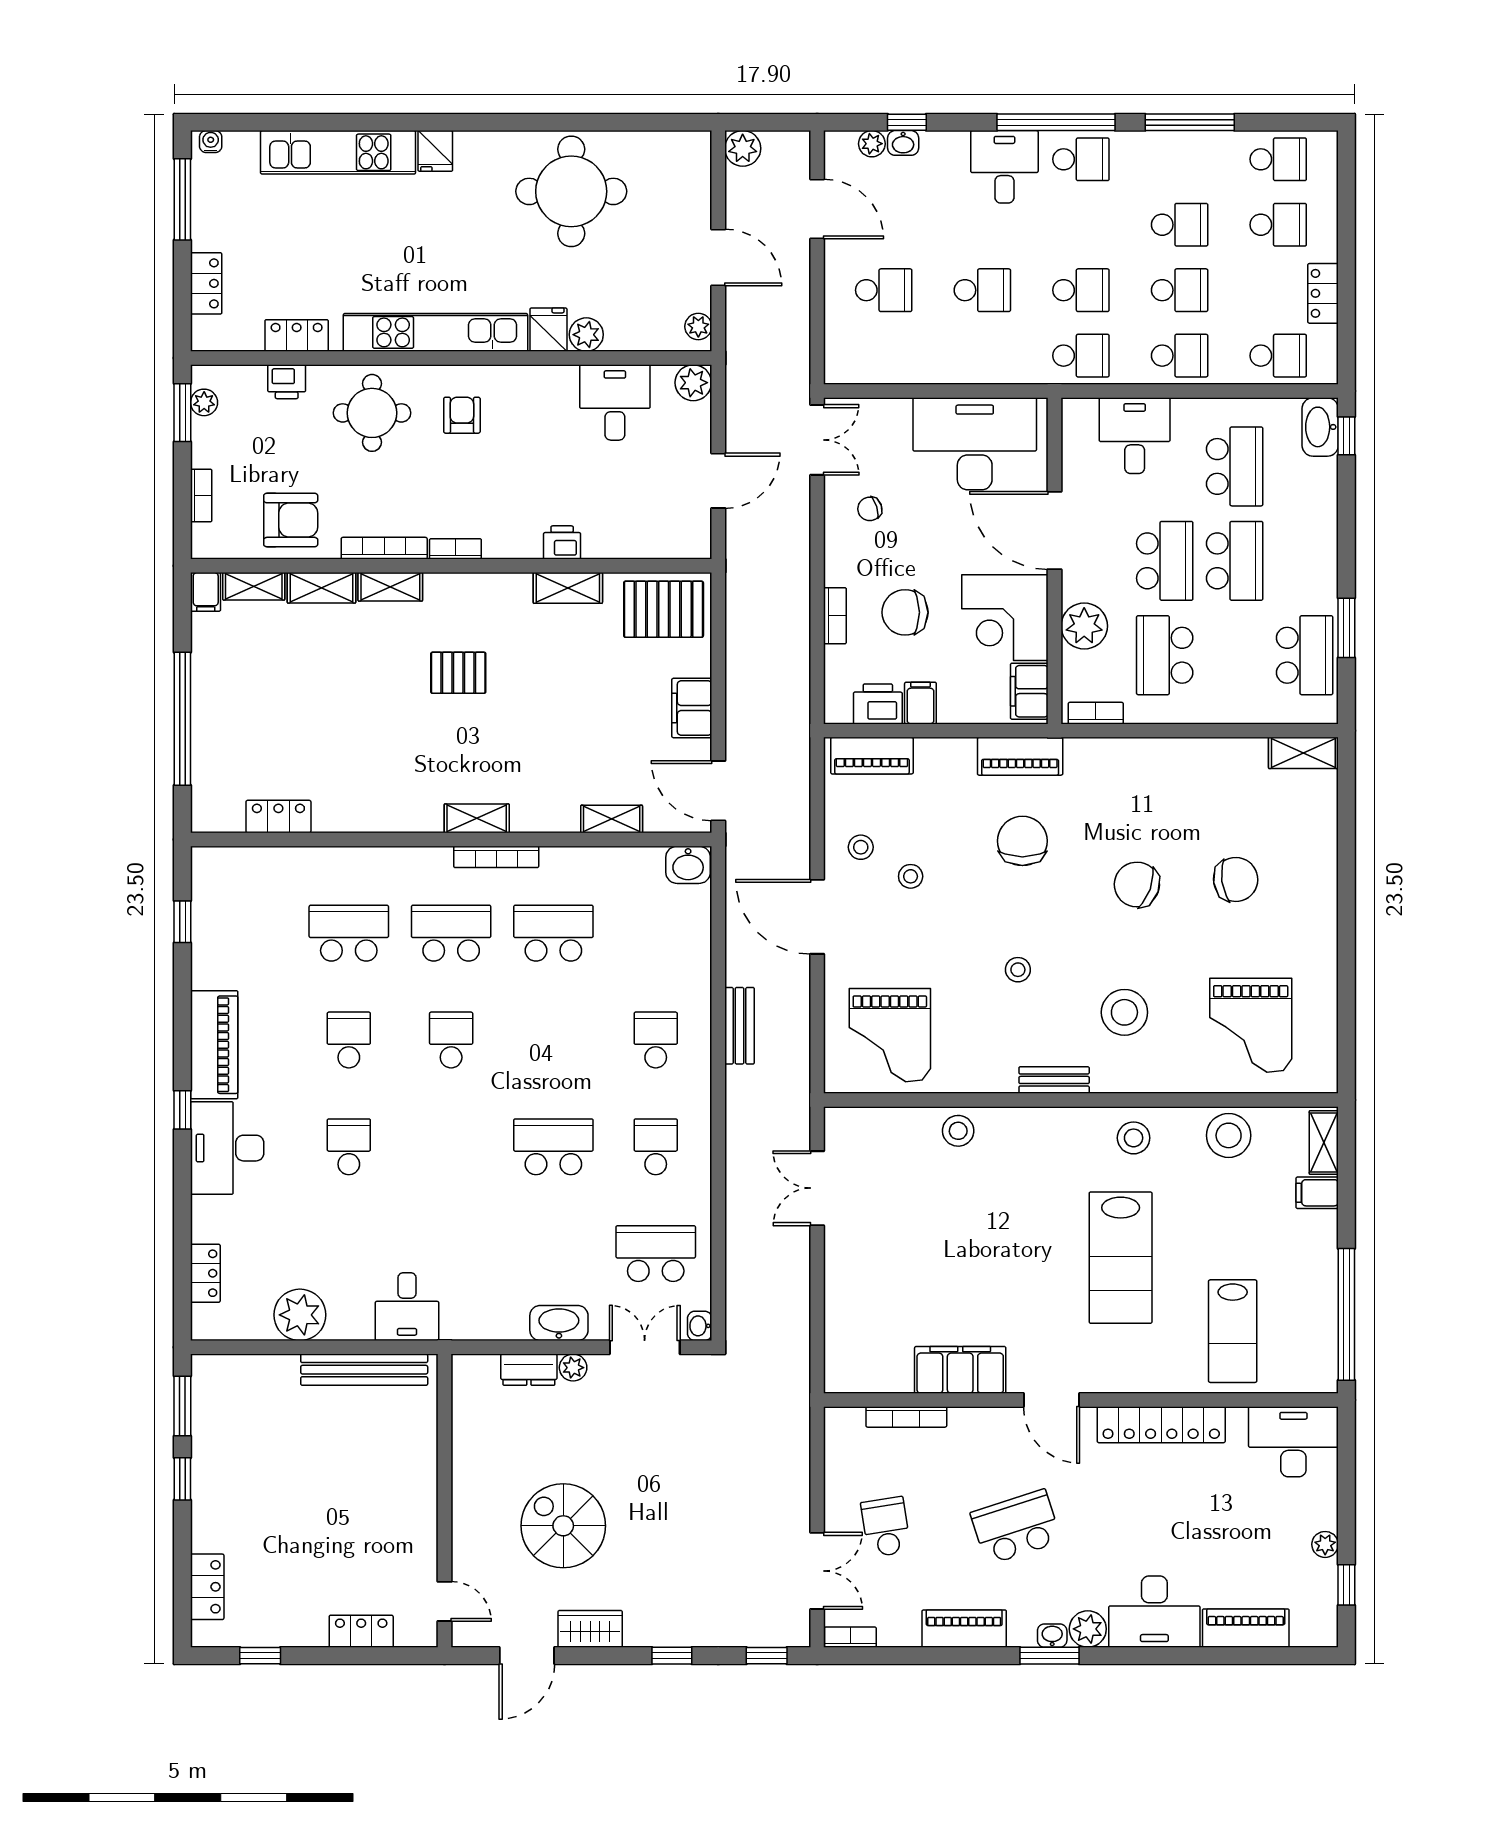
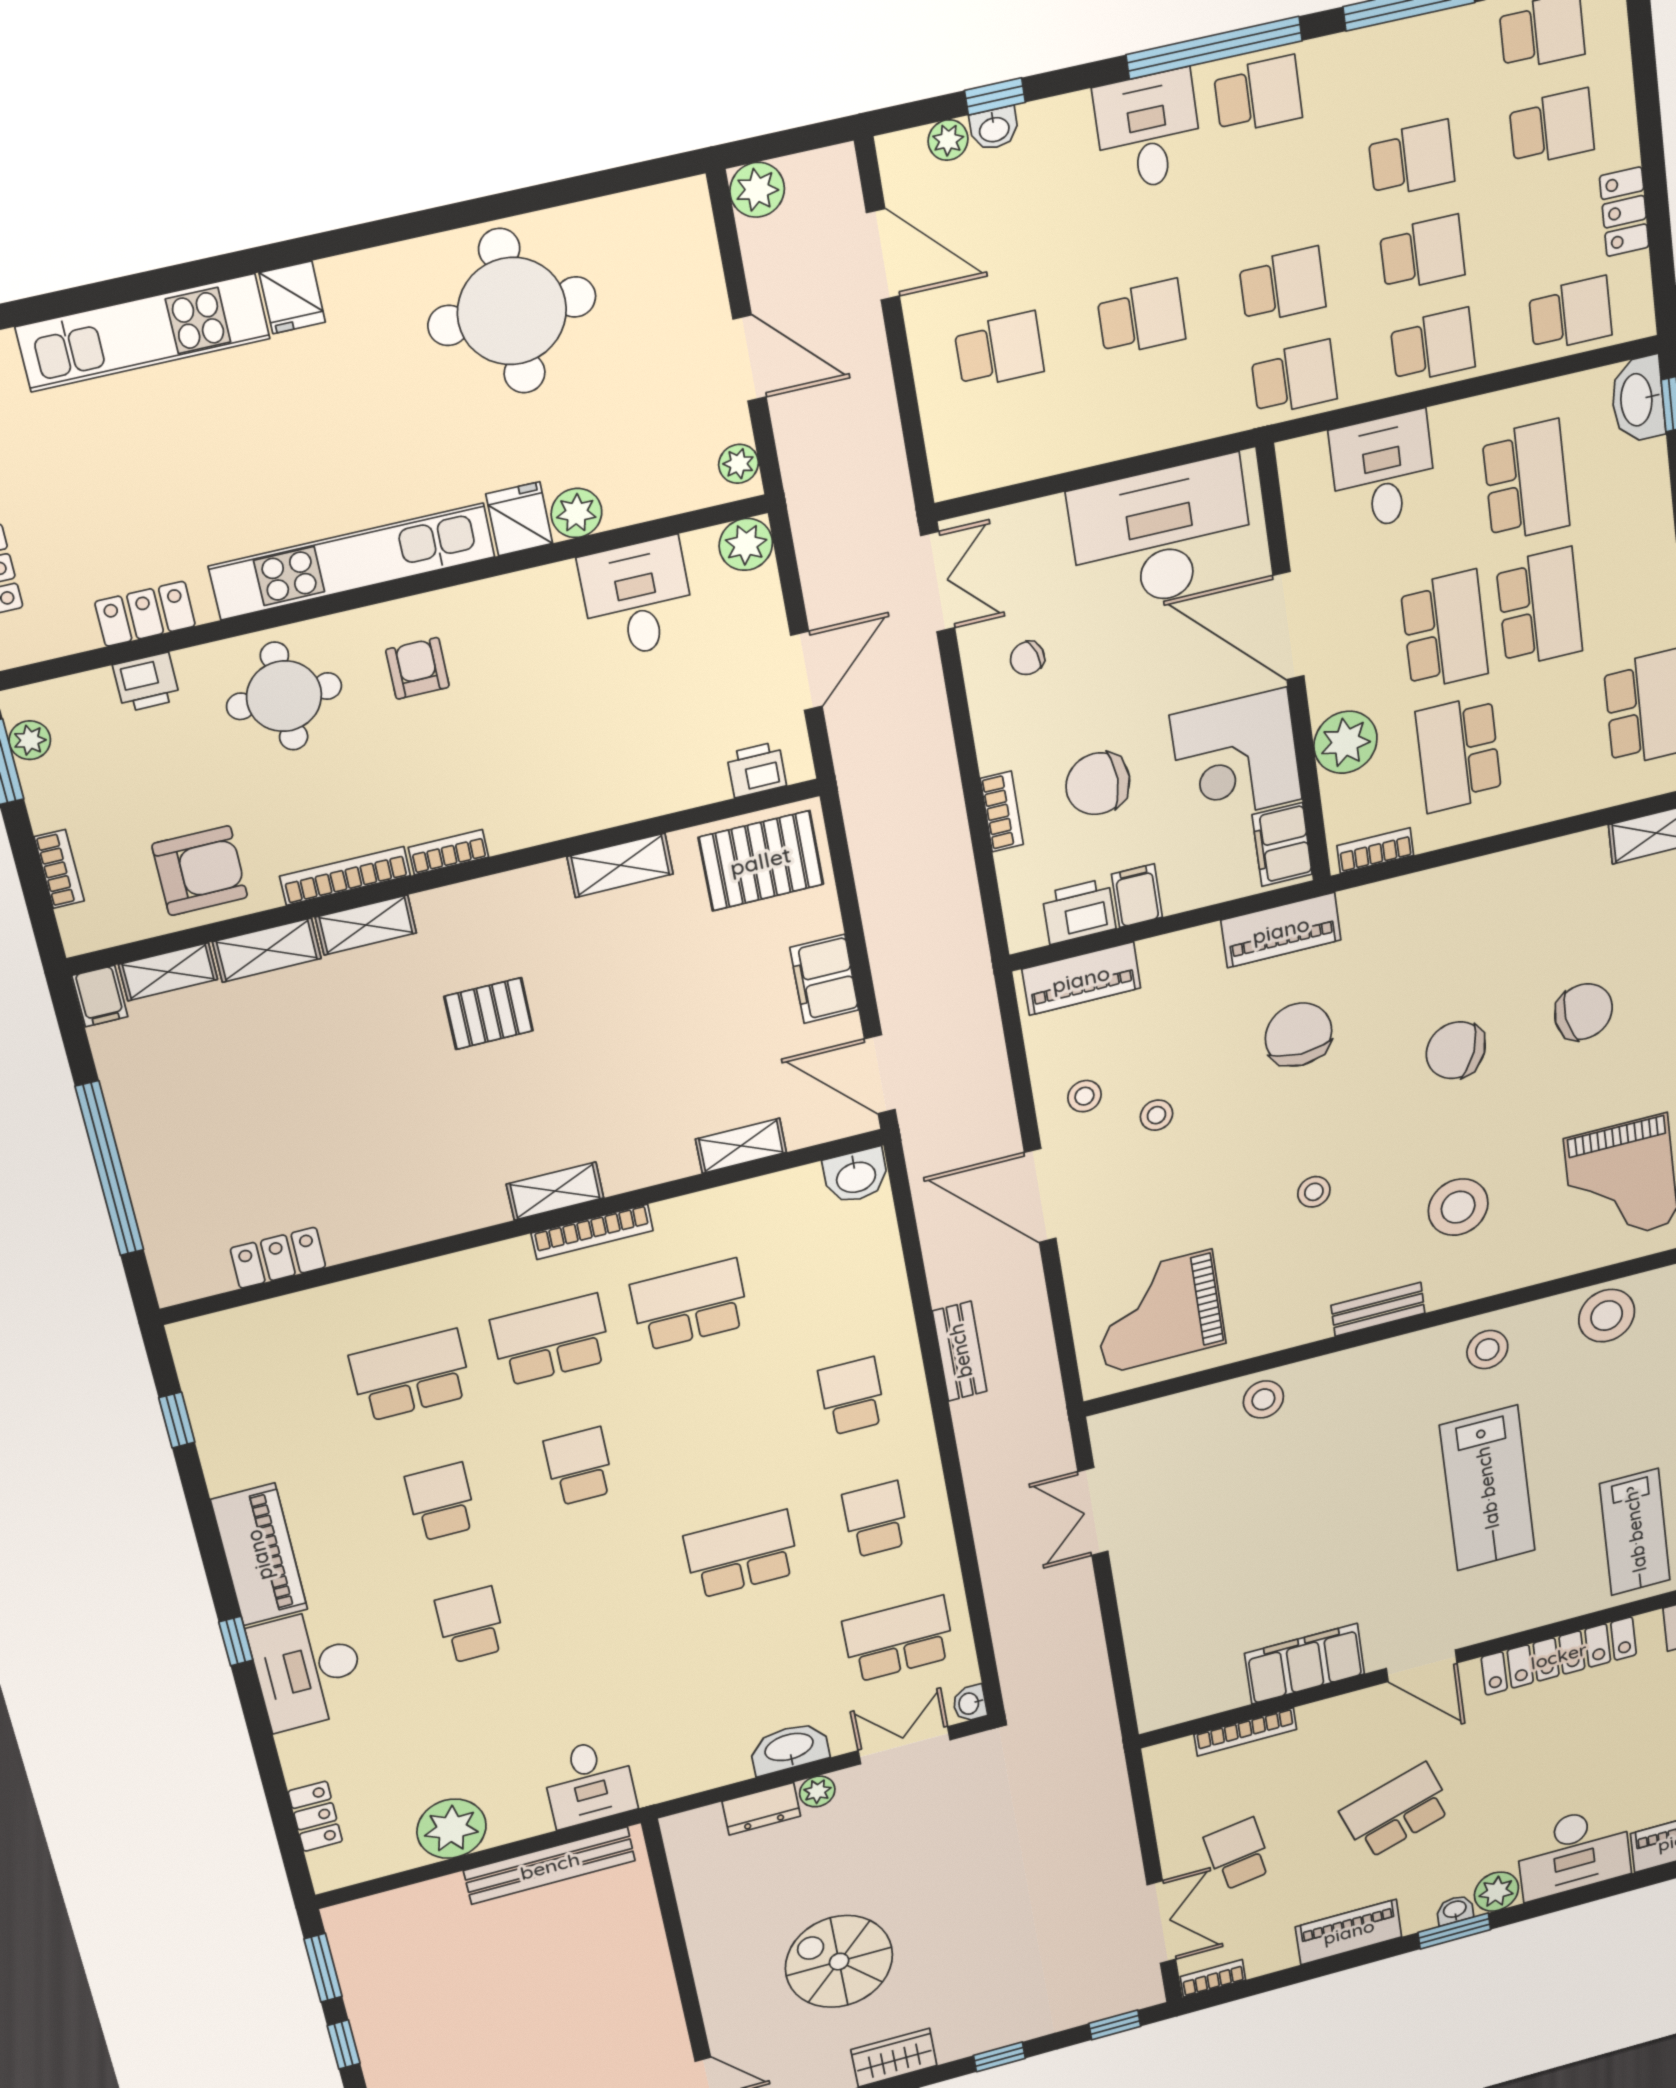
printer: (562, 542) -> (756, 770), moved
grand piano: (890, 1035) -> (1158, 1312), turned 90

